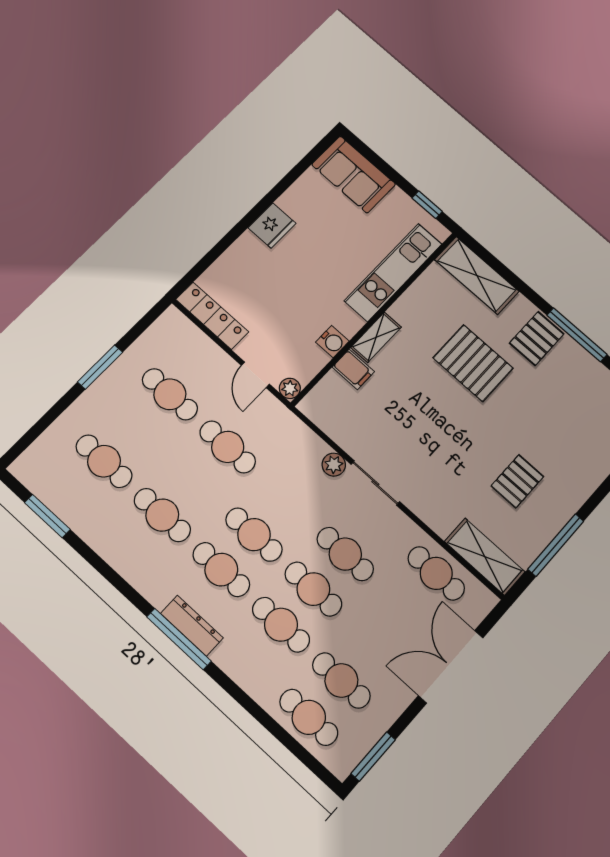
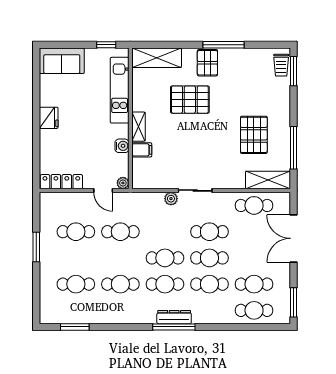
pallet: (517, 481) -> (254, 135), width x1.50, depth x1.42

